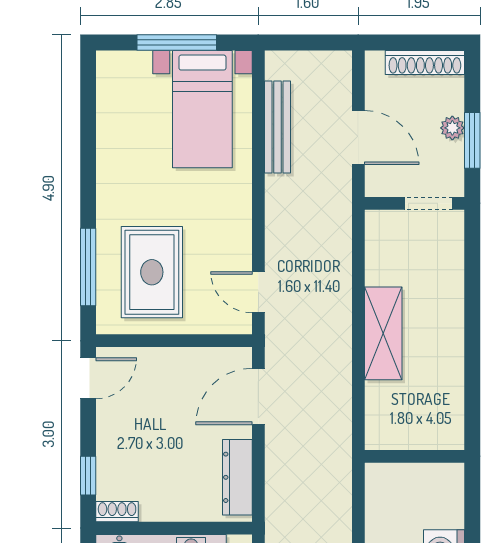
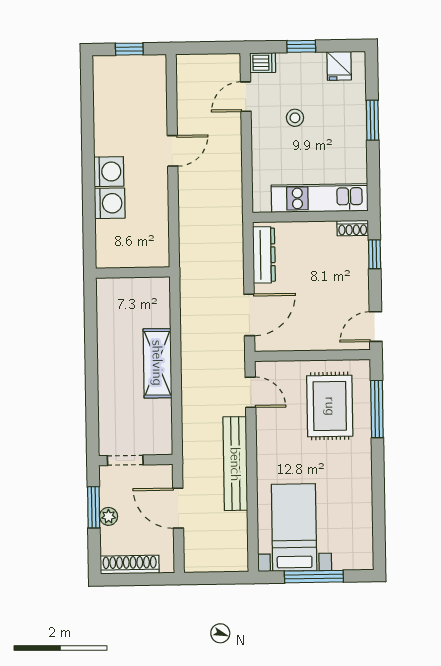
bench: (278, 127) -> (235, 464), moved, width x1.37, depth x1.21

